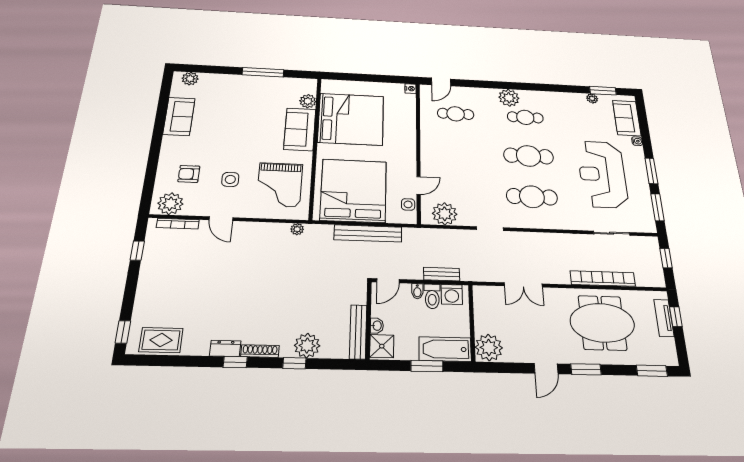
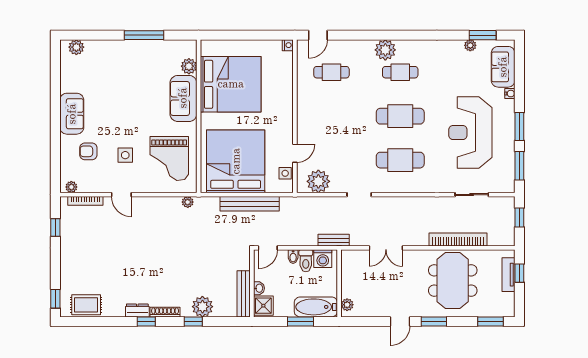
sofa: (179, 116) -> (72, 114), moved
plant: (170, 204) -> (71, 187), width x0.53, depth x0.53
bench: (442, 274) -> (334, 240), moved
meeting table: (602, 323) -> (453, 280), turned 90
plant: (489, 348) -> (347, 305), width x0.53, depth x0.53

